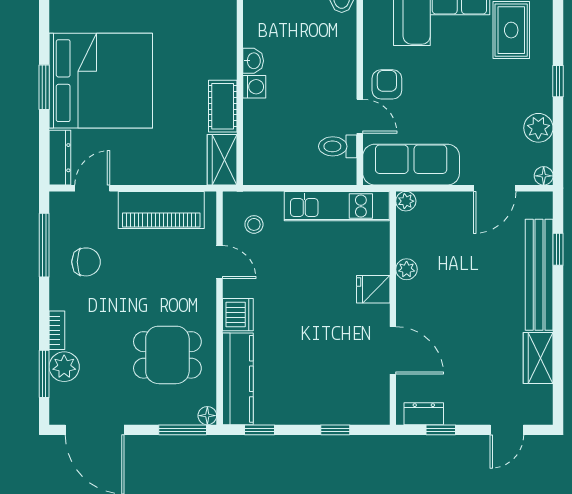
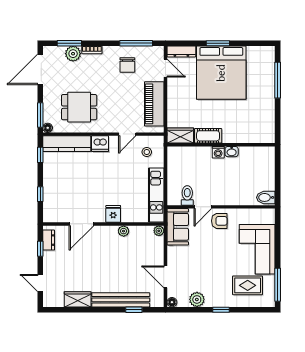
sofa: (411, 165) -> (178, 227), width x0.73
dining table: (167, 355) -> (79, 107), turned 90

